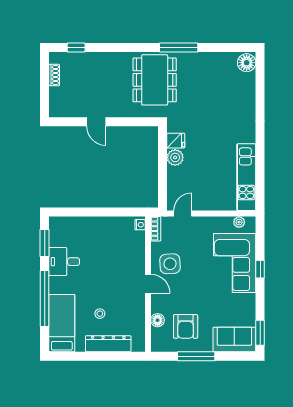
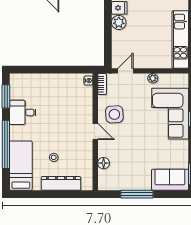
plant: (239, 222) -> (153, 78), moved
armchair: (186, 326) -> (128, 168), removed

